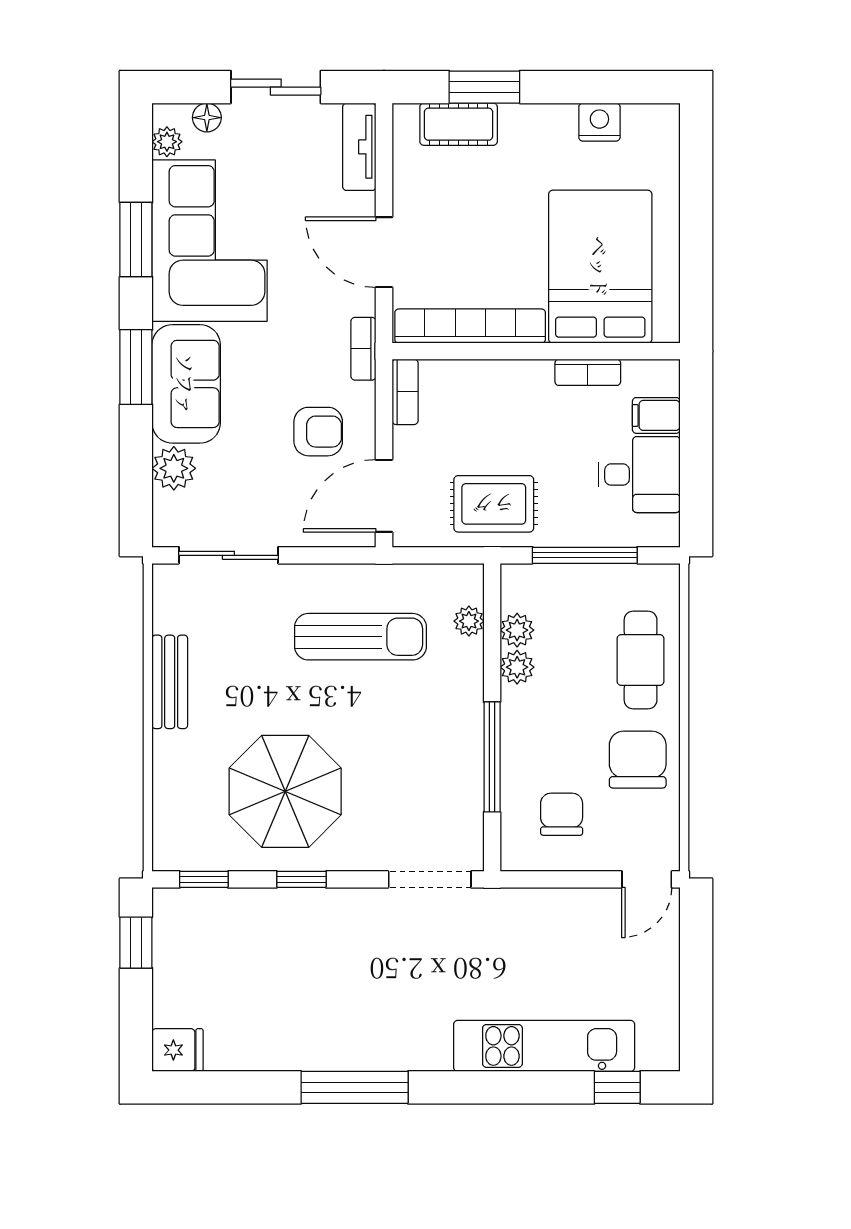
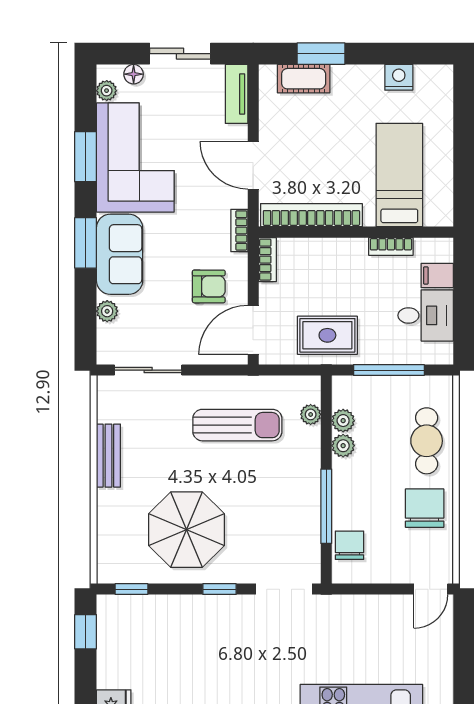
bed: (600, 267) -> (399, 175), width x0.67
plant: (174, 468) -> (107, 311), width x0.73, depth x0.73
chair: (562, 814) -> (350, 545), moved
window: (301, 879) -> (219, 589), moved

